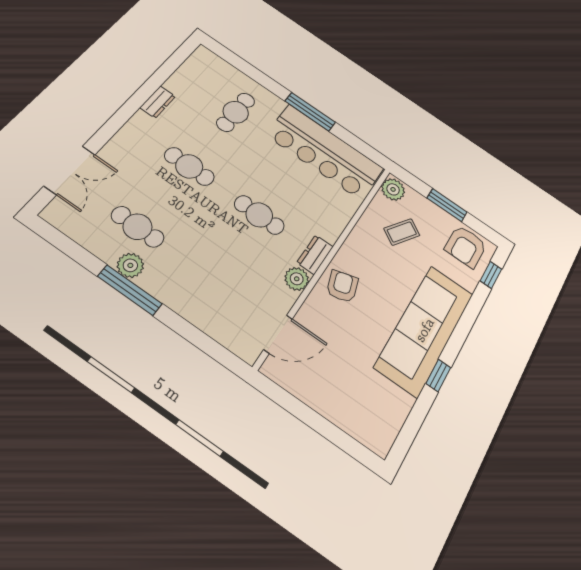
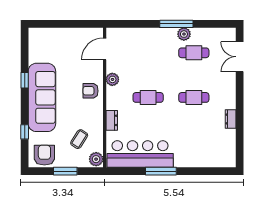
cafe table: (236, 112) -> (194, 142), removed
dresser: (315, 255) -> (112, 120), moved
window: (491, 275) -> (25, 132), moved
armchair: (342, 286) -> (91, 91), turned 107

